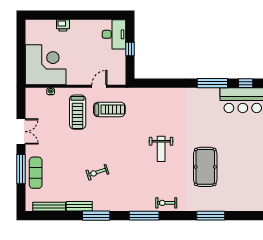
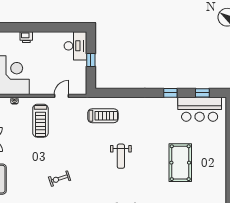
window: (212, 83) -> (170, 93), width x0.46
treadmill: (109, 109) -> (103, 116), moved
pool table: (205, 167) -> (180, 163), moved

